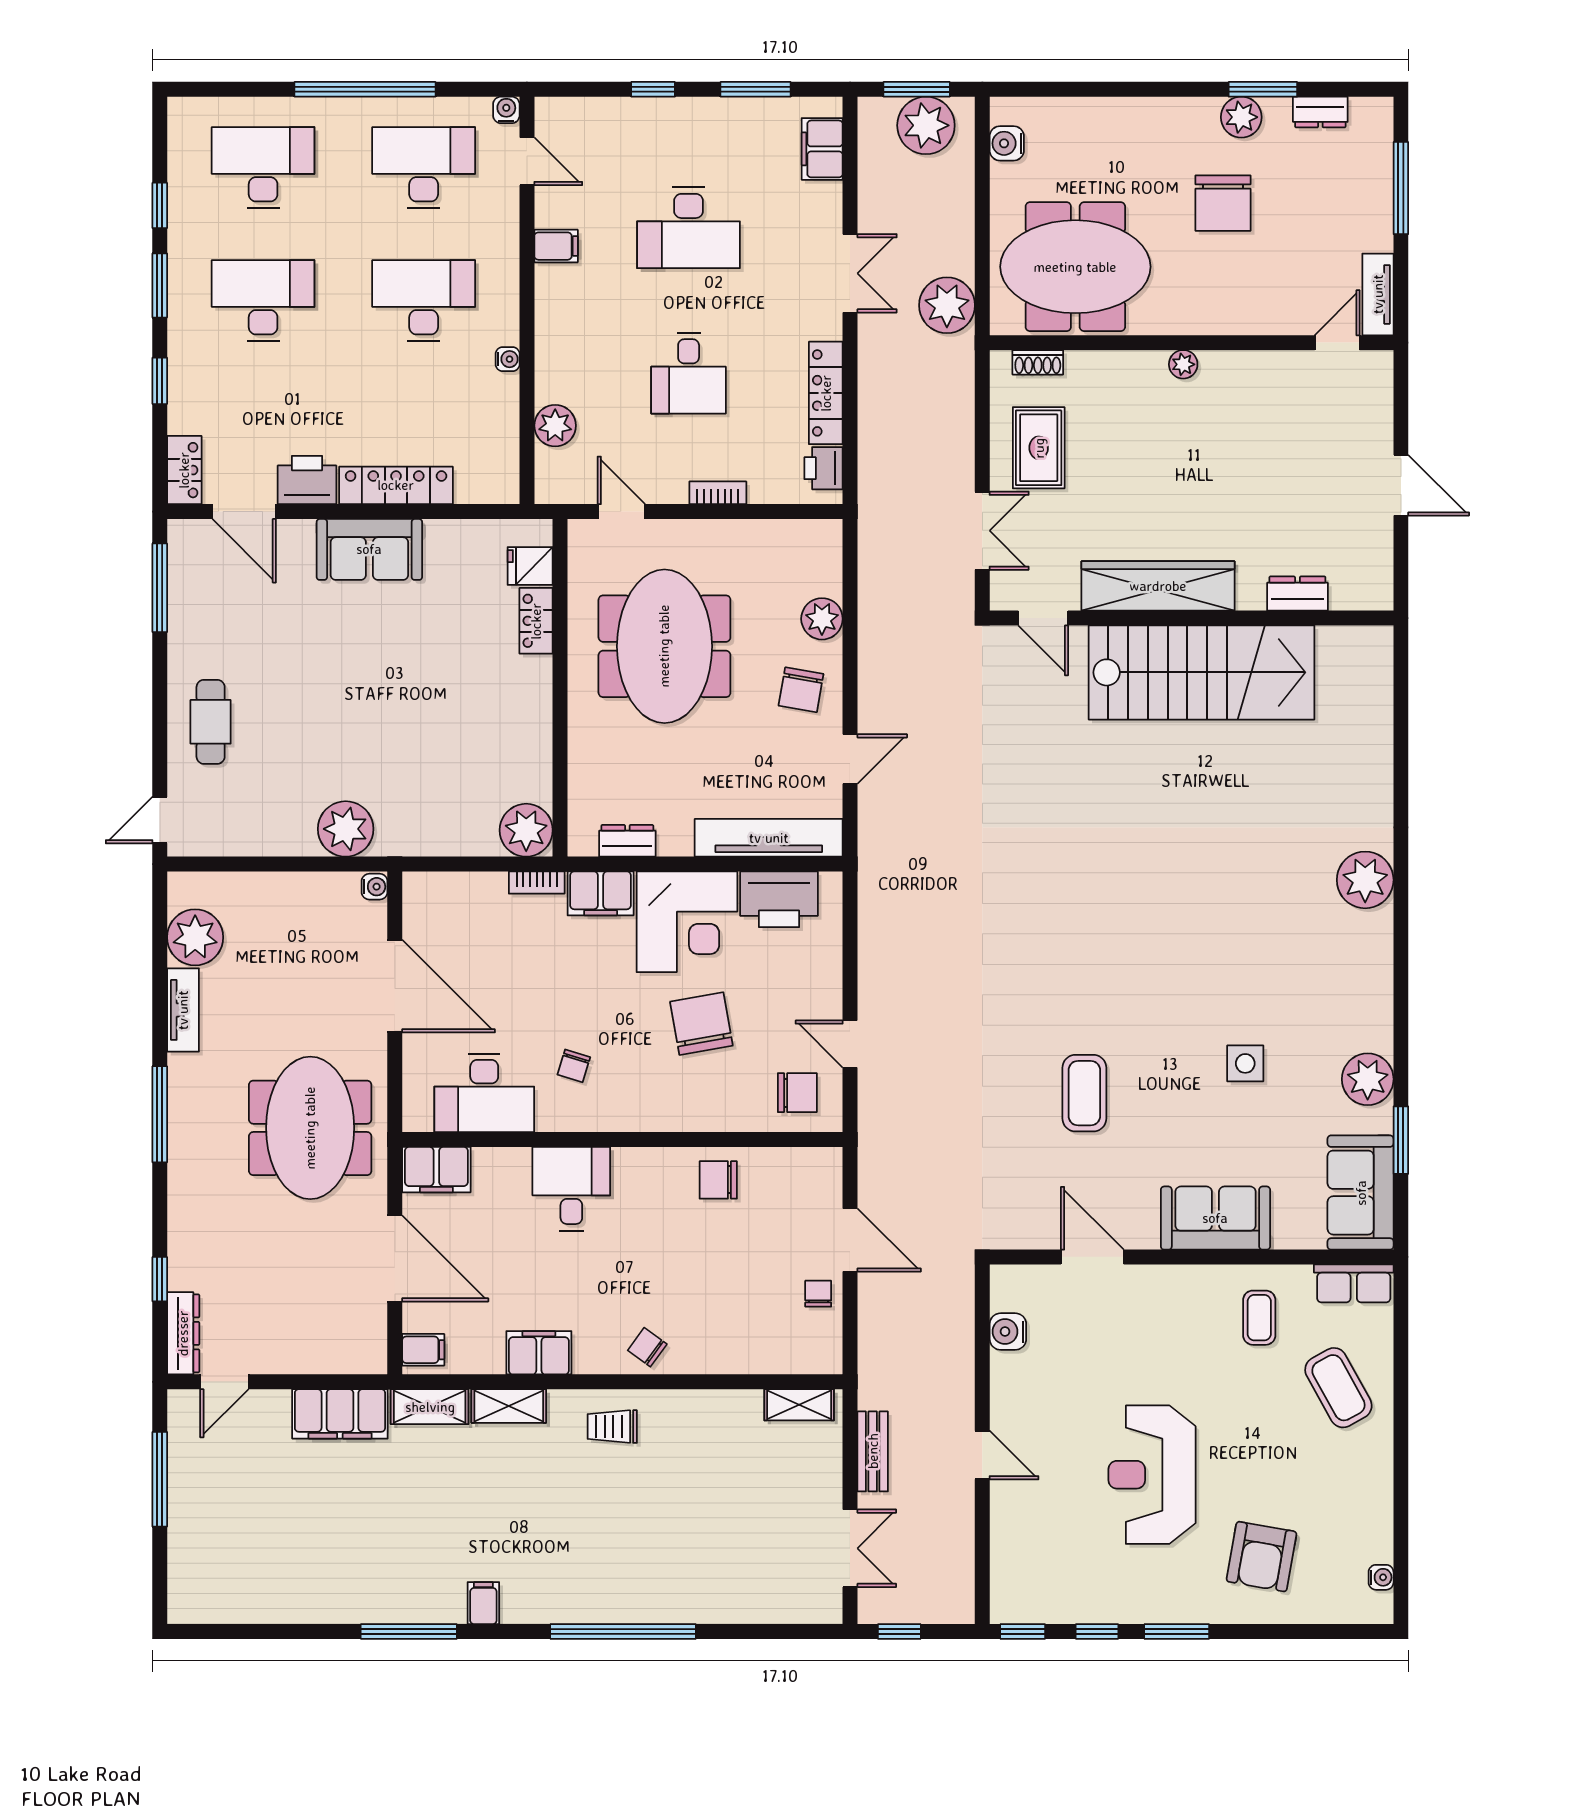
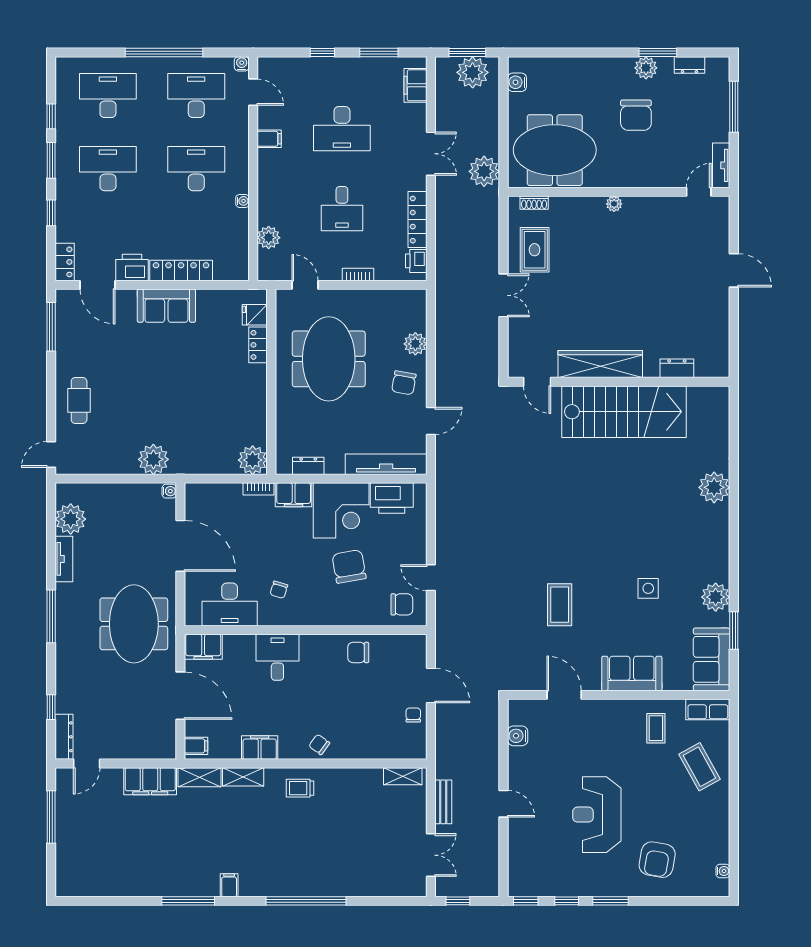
wardrobe: (1158, 586) -> (600, 364), moved
dresser: (1297, 594) -> (677, 368), moved
door: (1043, 618) -> (537, 382), moved
wall: (1192, 618) -> (619, 382), moved
stairs: (1202, 672) -> (624, 412), moved

